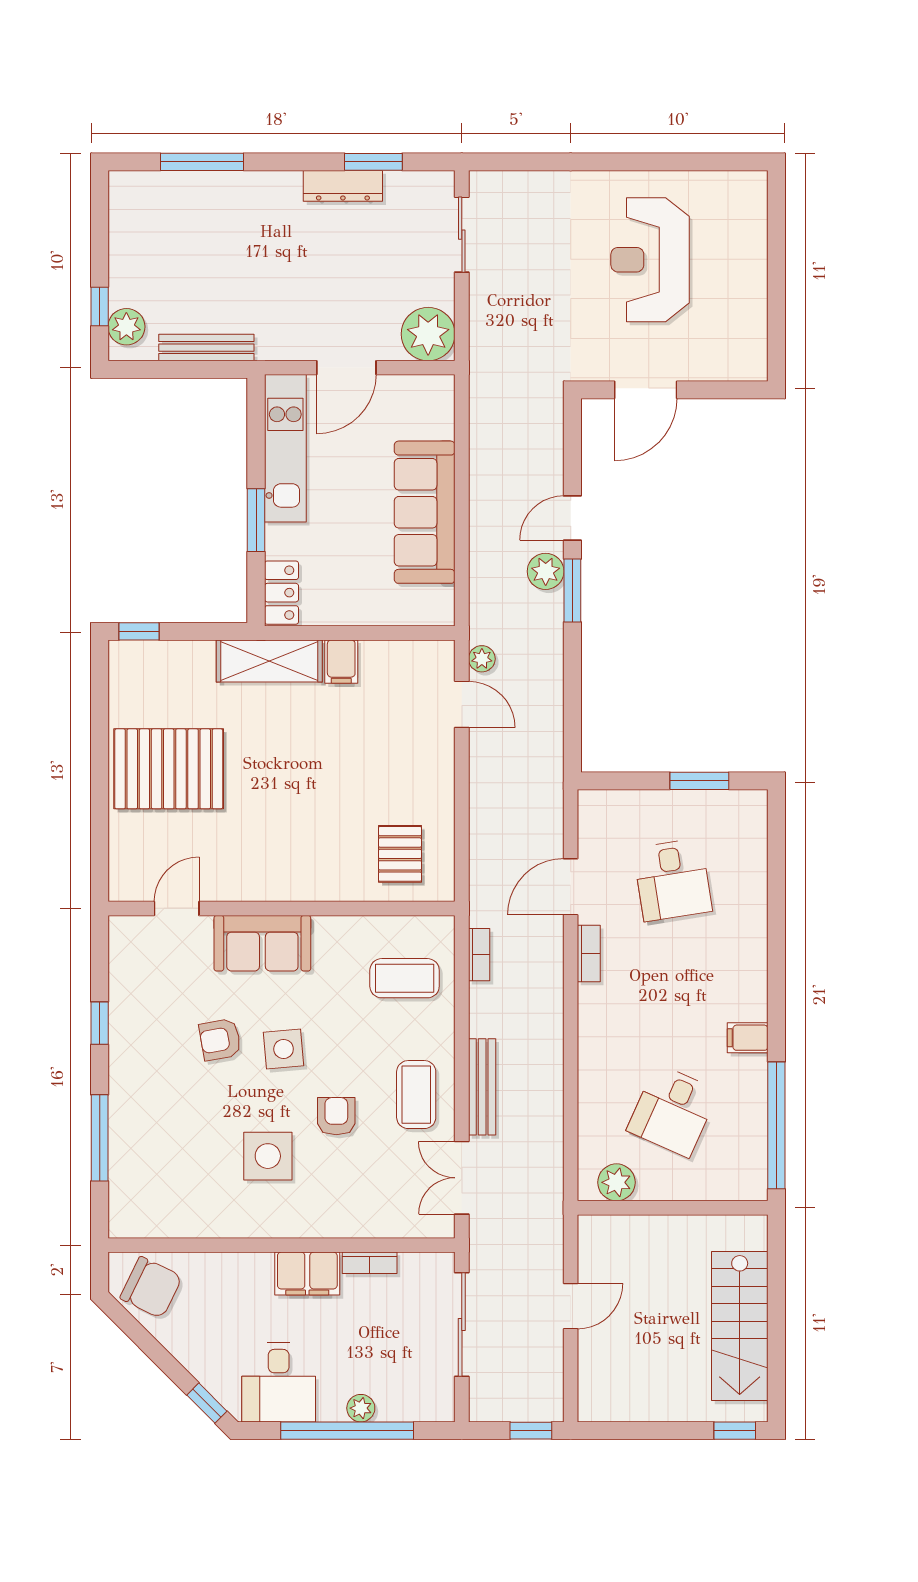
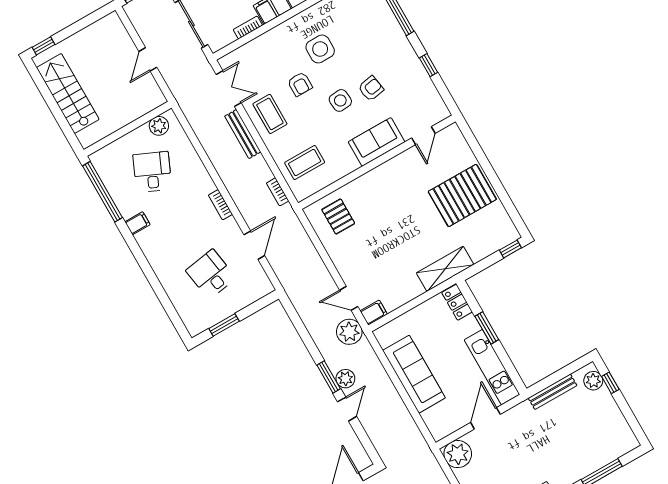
plant: (482, 659) -> (349, 332), width x1.88, depth x1.88
filing cabinet: (341, 662) -> (374, 313), moved, turned 90
bookcase: (589, 953) -> (220, 205), moved

